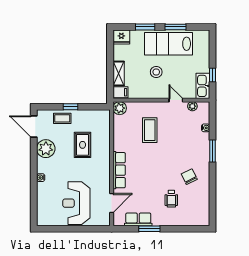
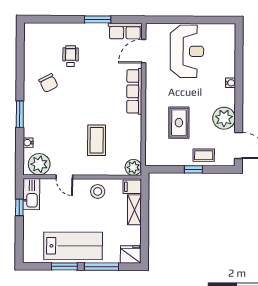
window: (145, 27) -> (102, 267), width x1.44
stool: (156, 72) -> (98, 191), moved
plant: (192, 106) -> (39, 164), width x1.88, depth x1.88
row of seats: (138, 219) -> (125, 31), moved

